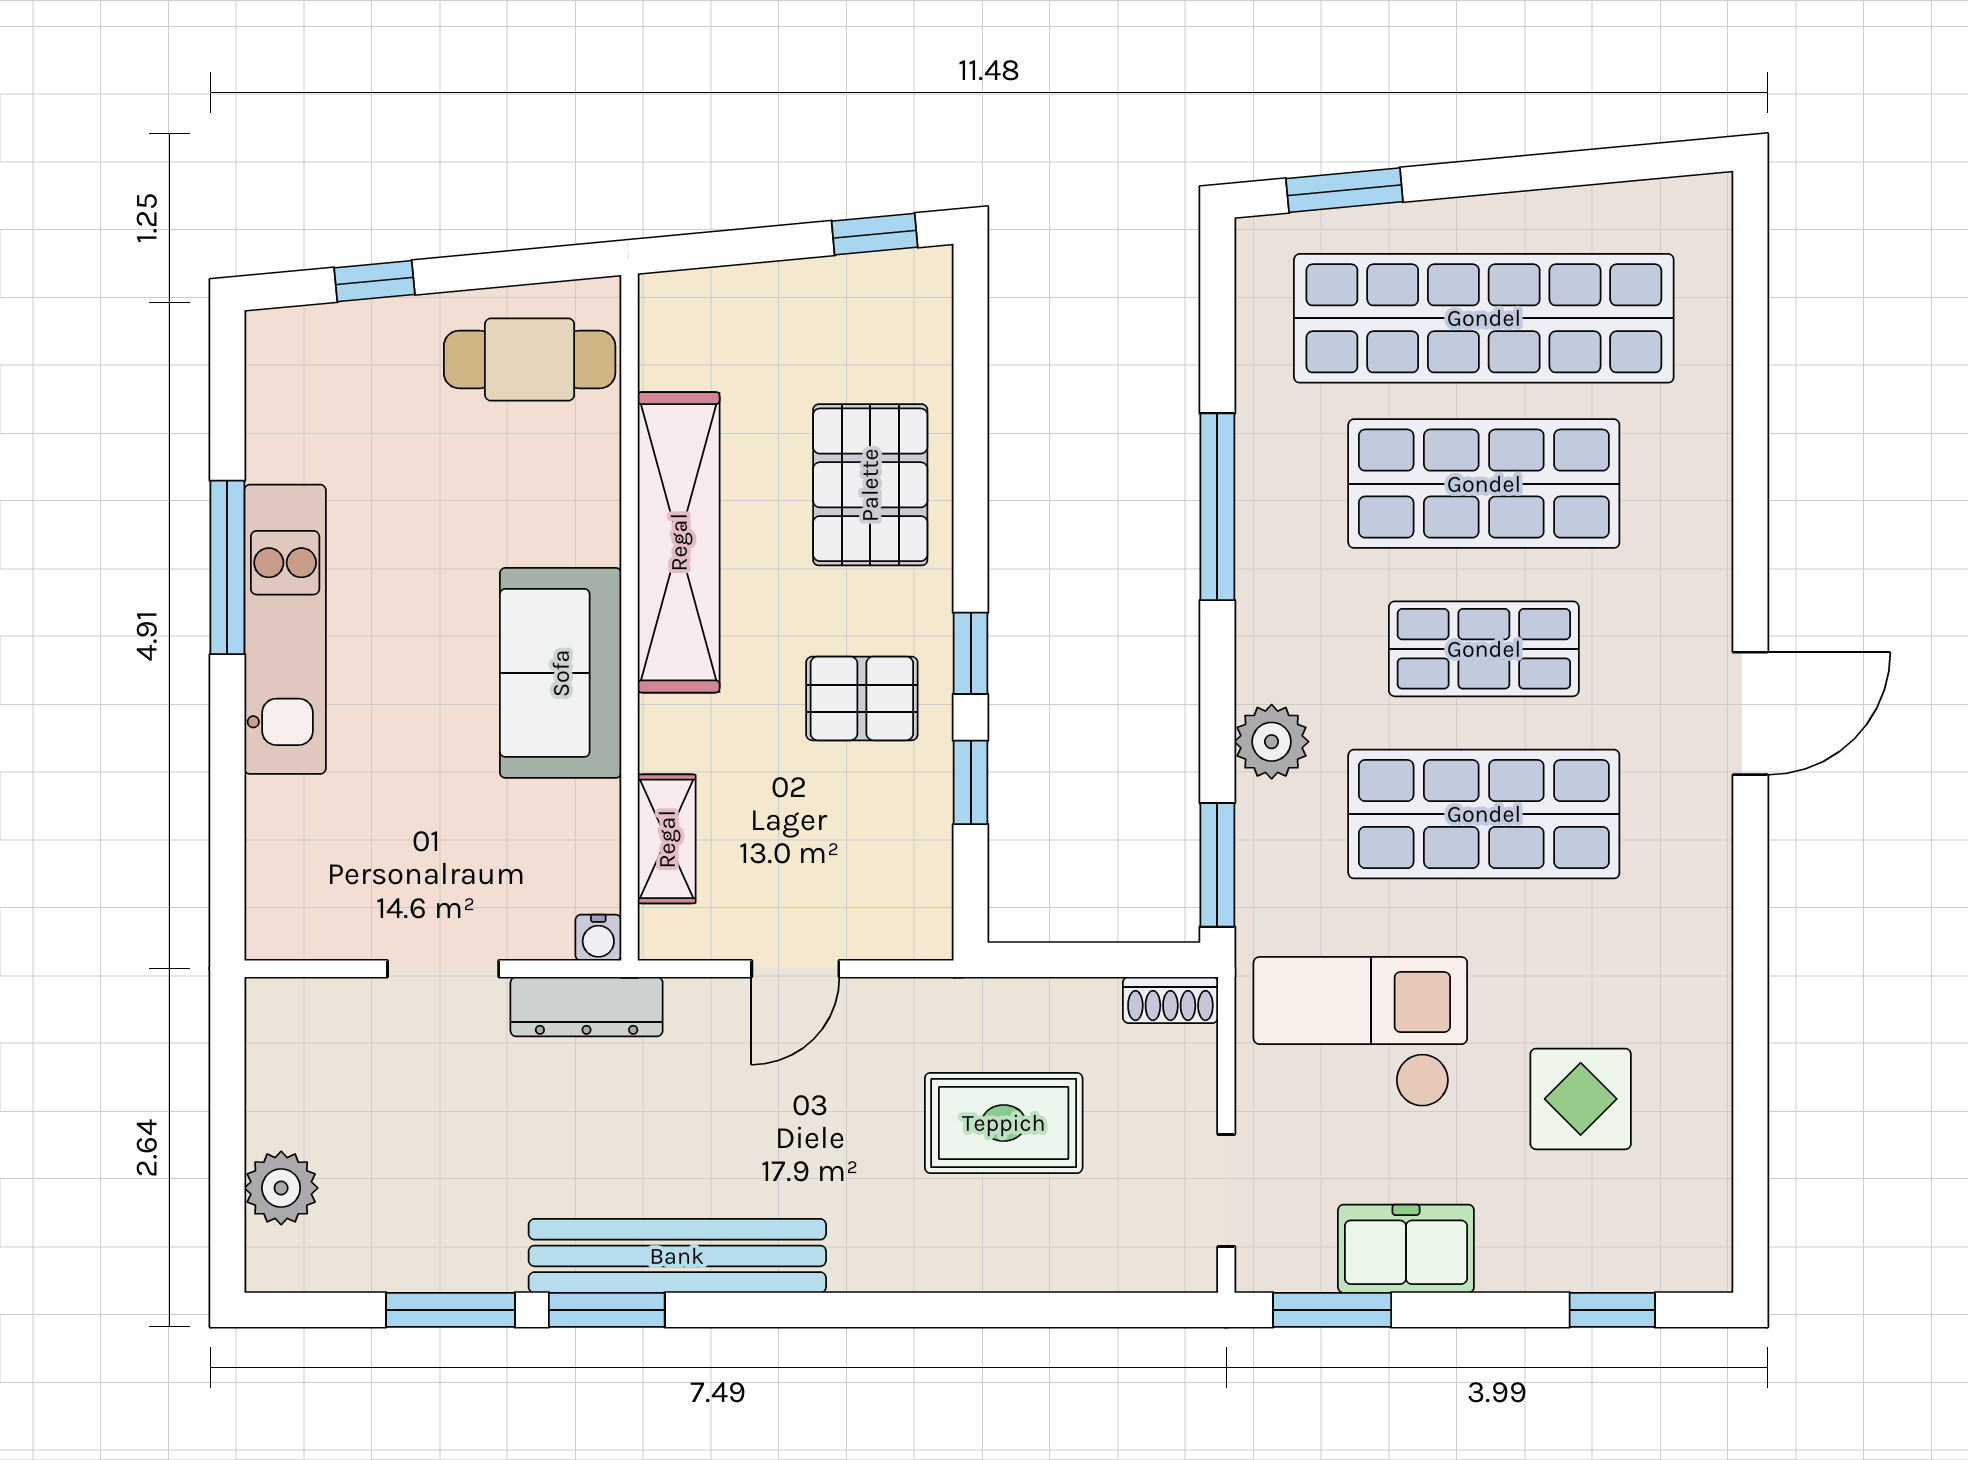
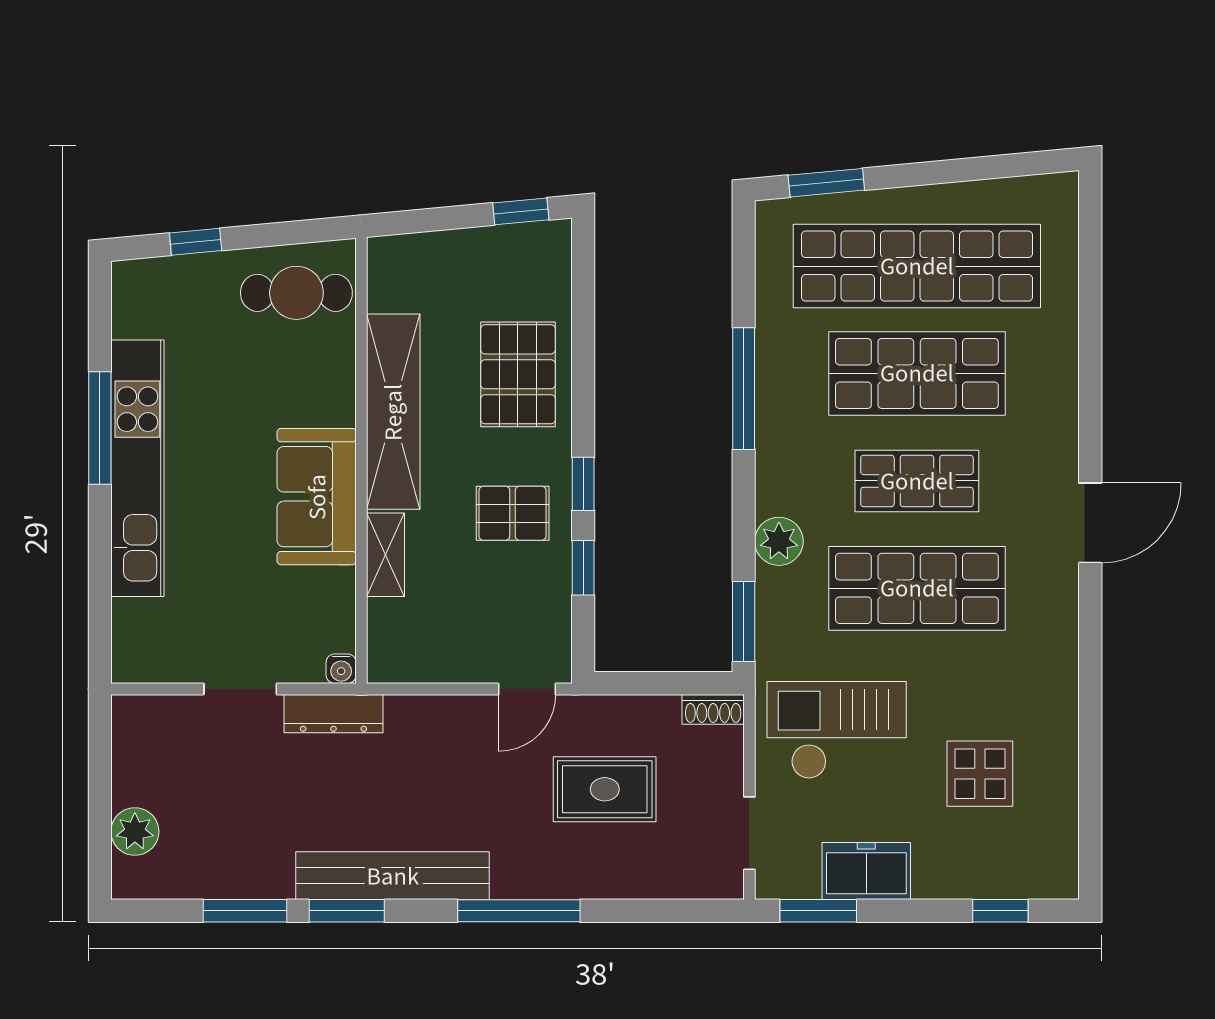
kitchen unit: (285, 629) -> (137, 468), width x1.36
shelving: (667, 839) -> (386, 555), moved
door: (795, 969) -> (527, 689), moved
window: (872, 1310) -> (519, 911), added

